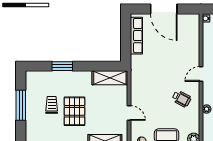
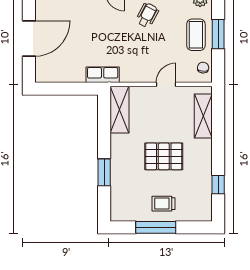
row of seats: (136, 36) -> (103, 75), moved, width x0.68
trolley: (52, 105) -> (163, 204), moved

